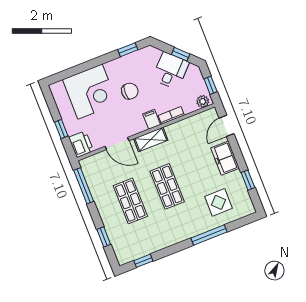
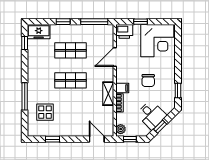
corner desk: (90, 92) -> (157, 41), moved, turned -90
shelving: (151, 139) -> (108, 94), moved
freezer: (225, 158) -> (39, 32), moved, turned 180
window: (104, 237) -> (63, 22), moved

